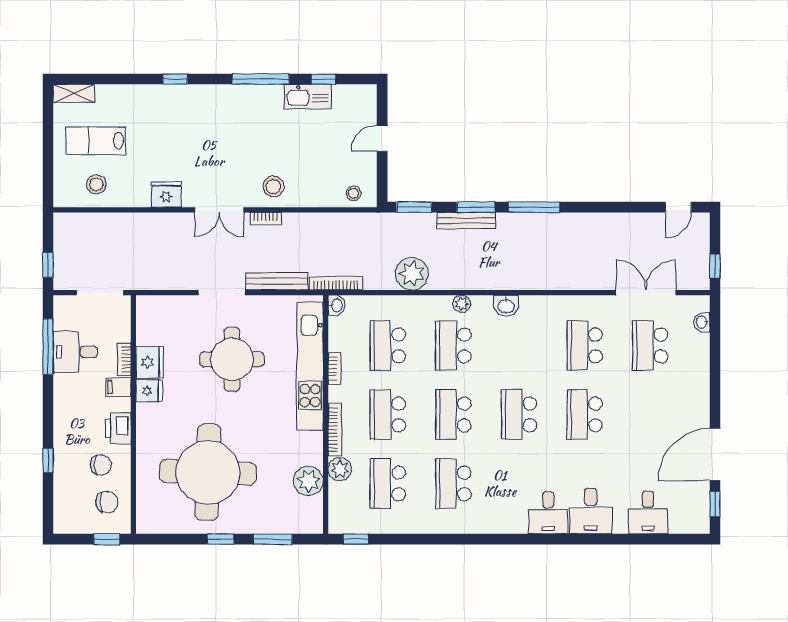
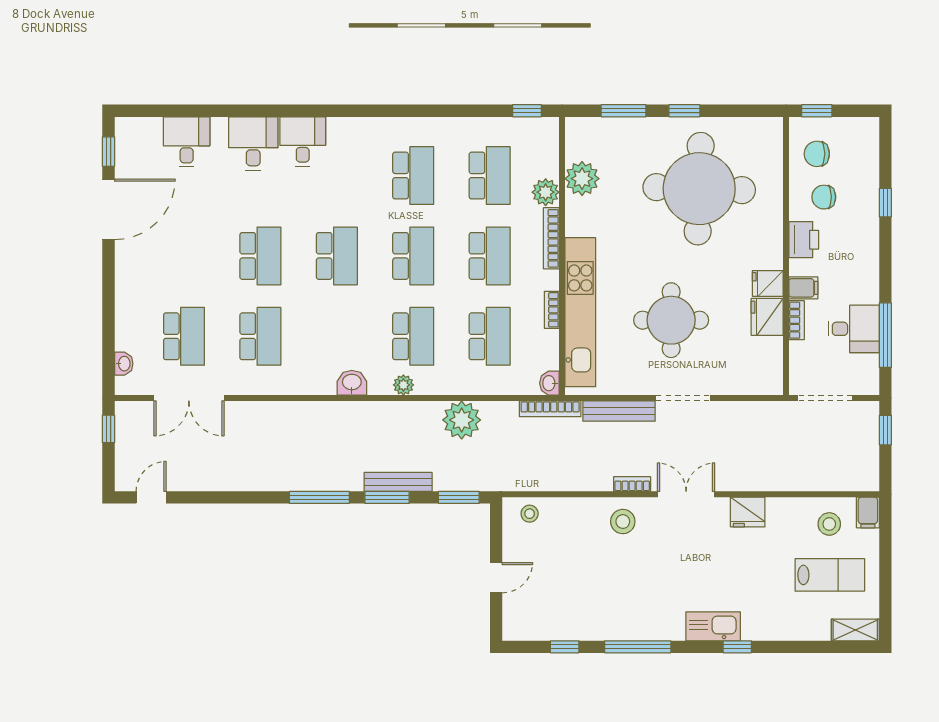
kitchen sink: (308, 97) -> (713, 626), moved
filing cabinet: (63, 194) -> (868, 513), added

